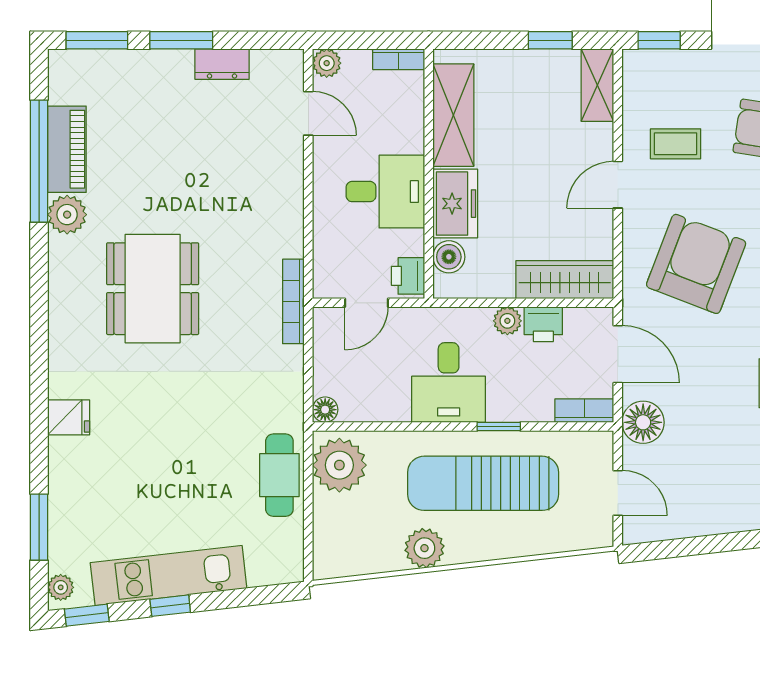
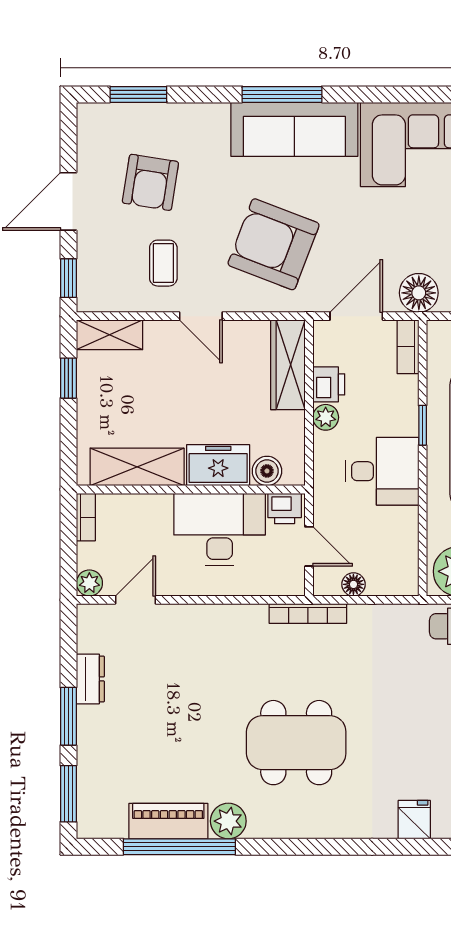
desk: (385, 192) -> (220, 529), width x1.37
floor lamp: (325, 410) -> (353, 584), moved

